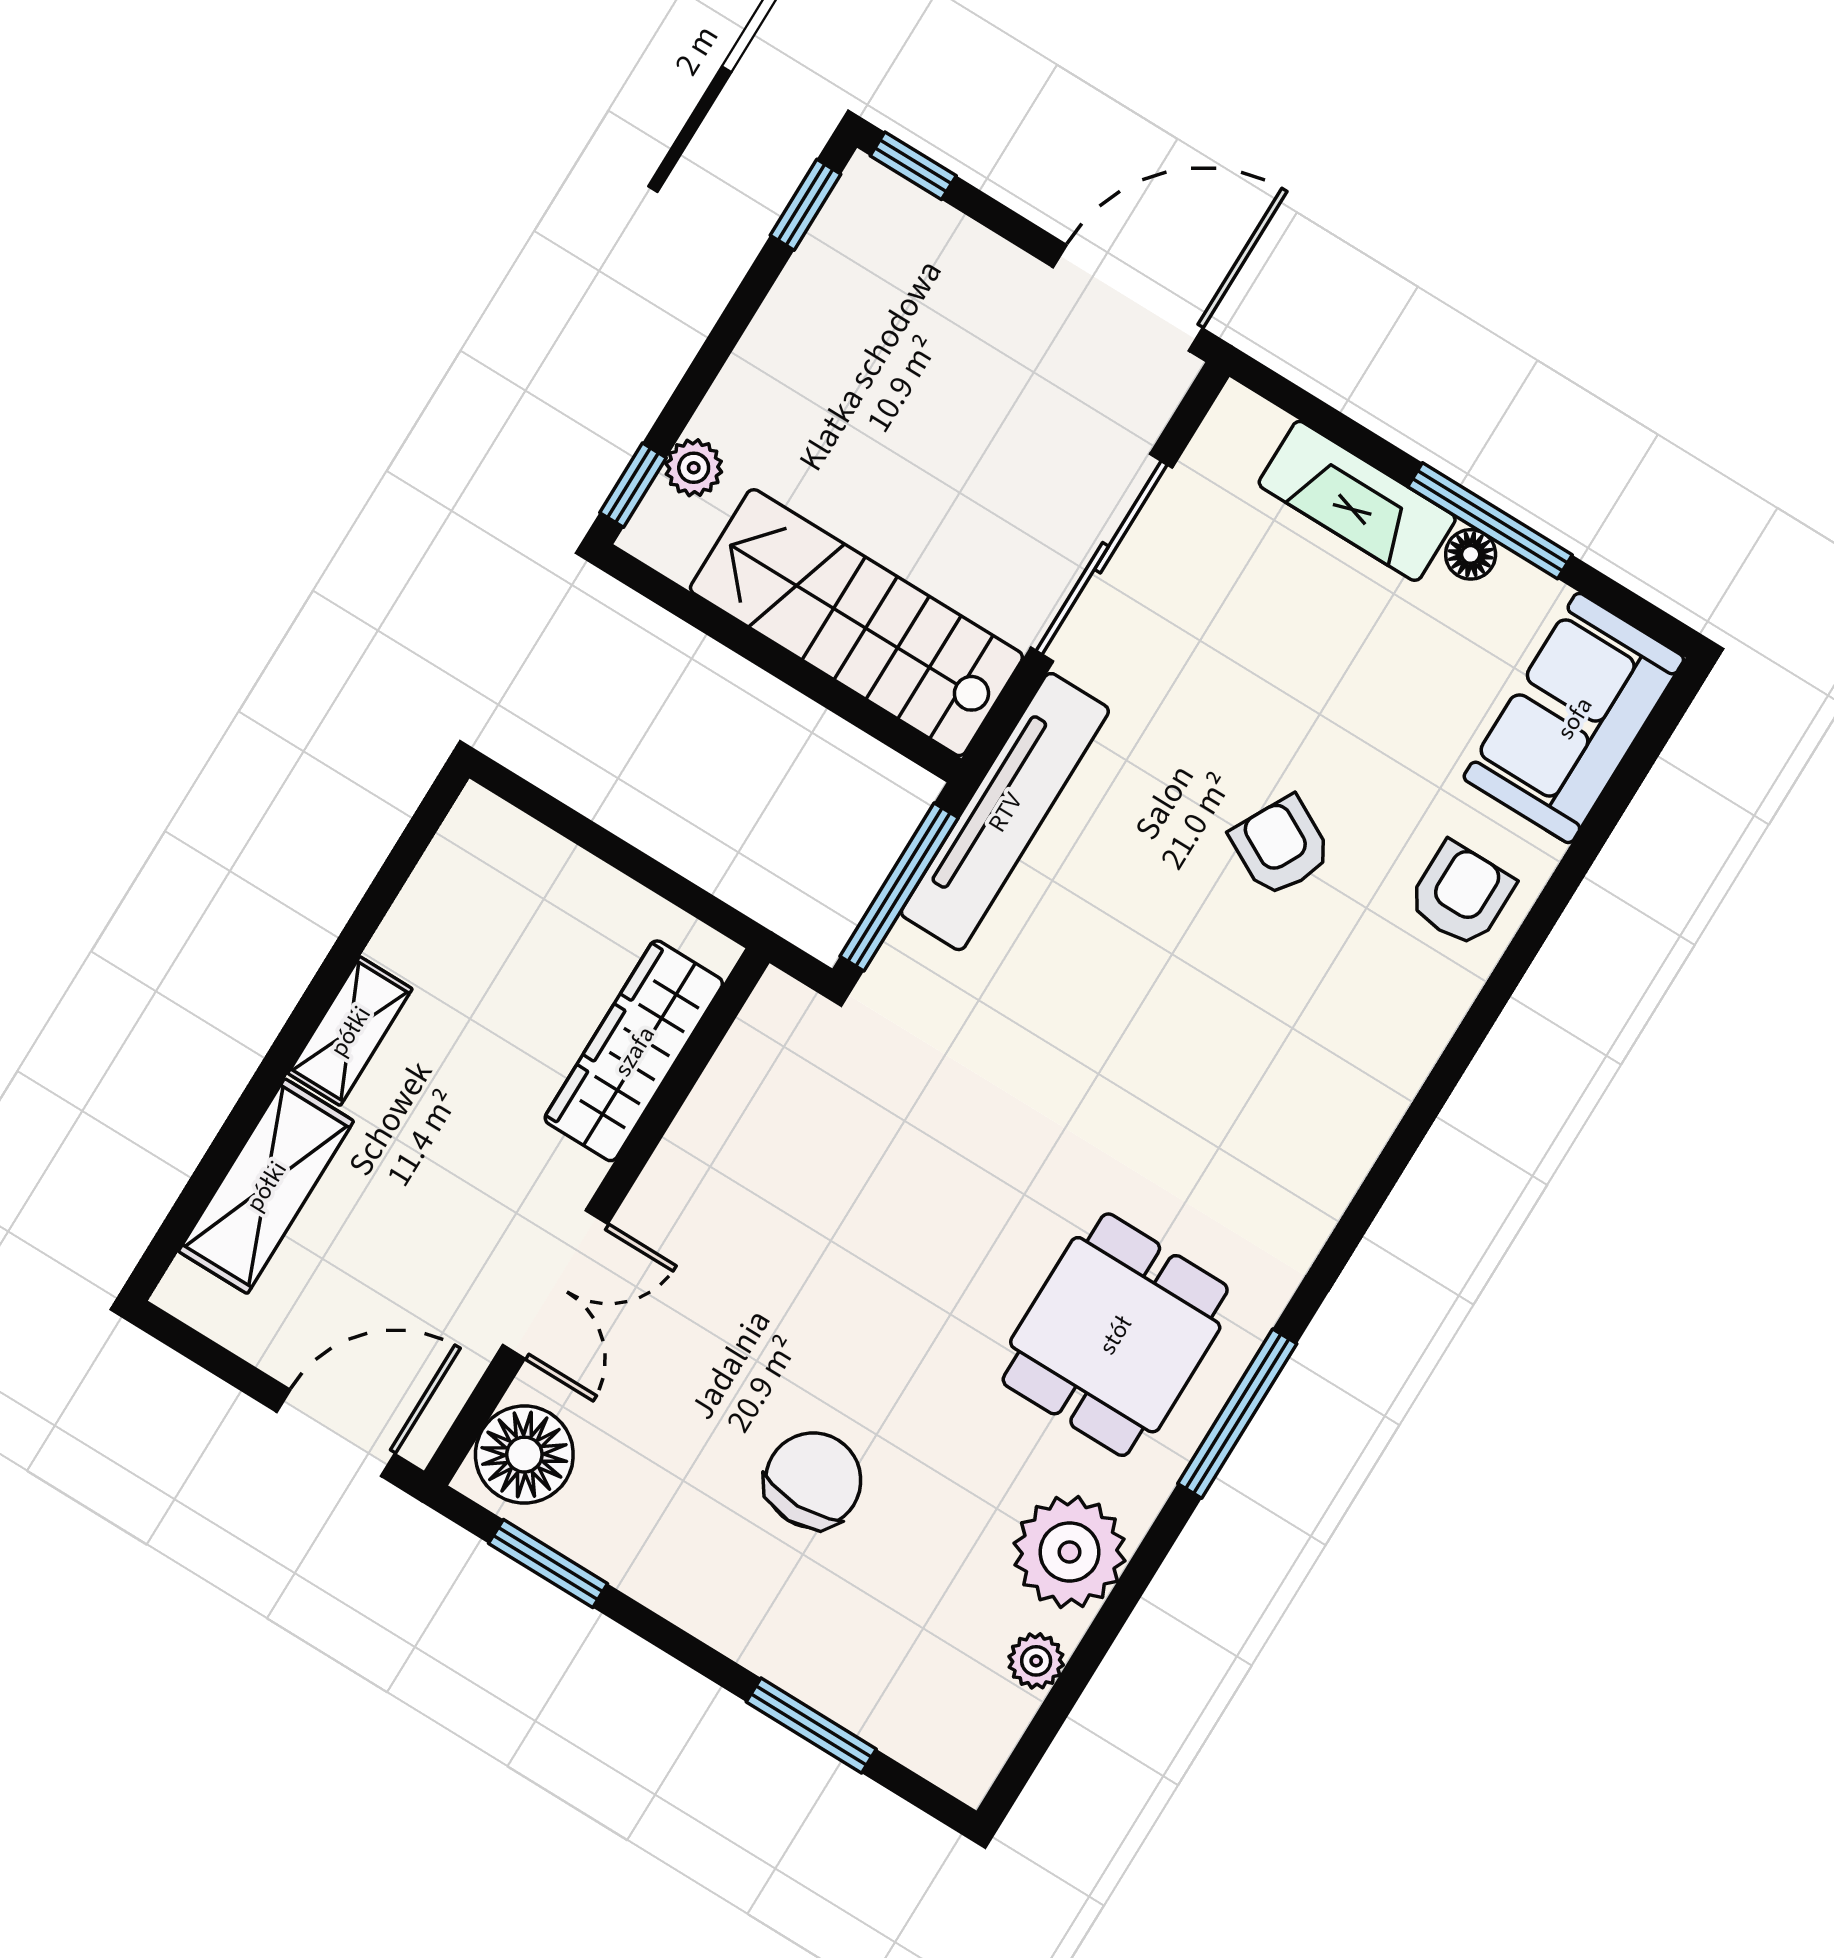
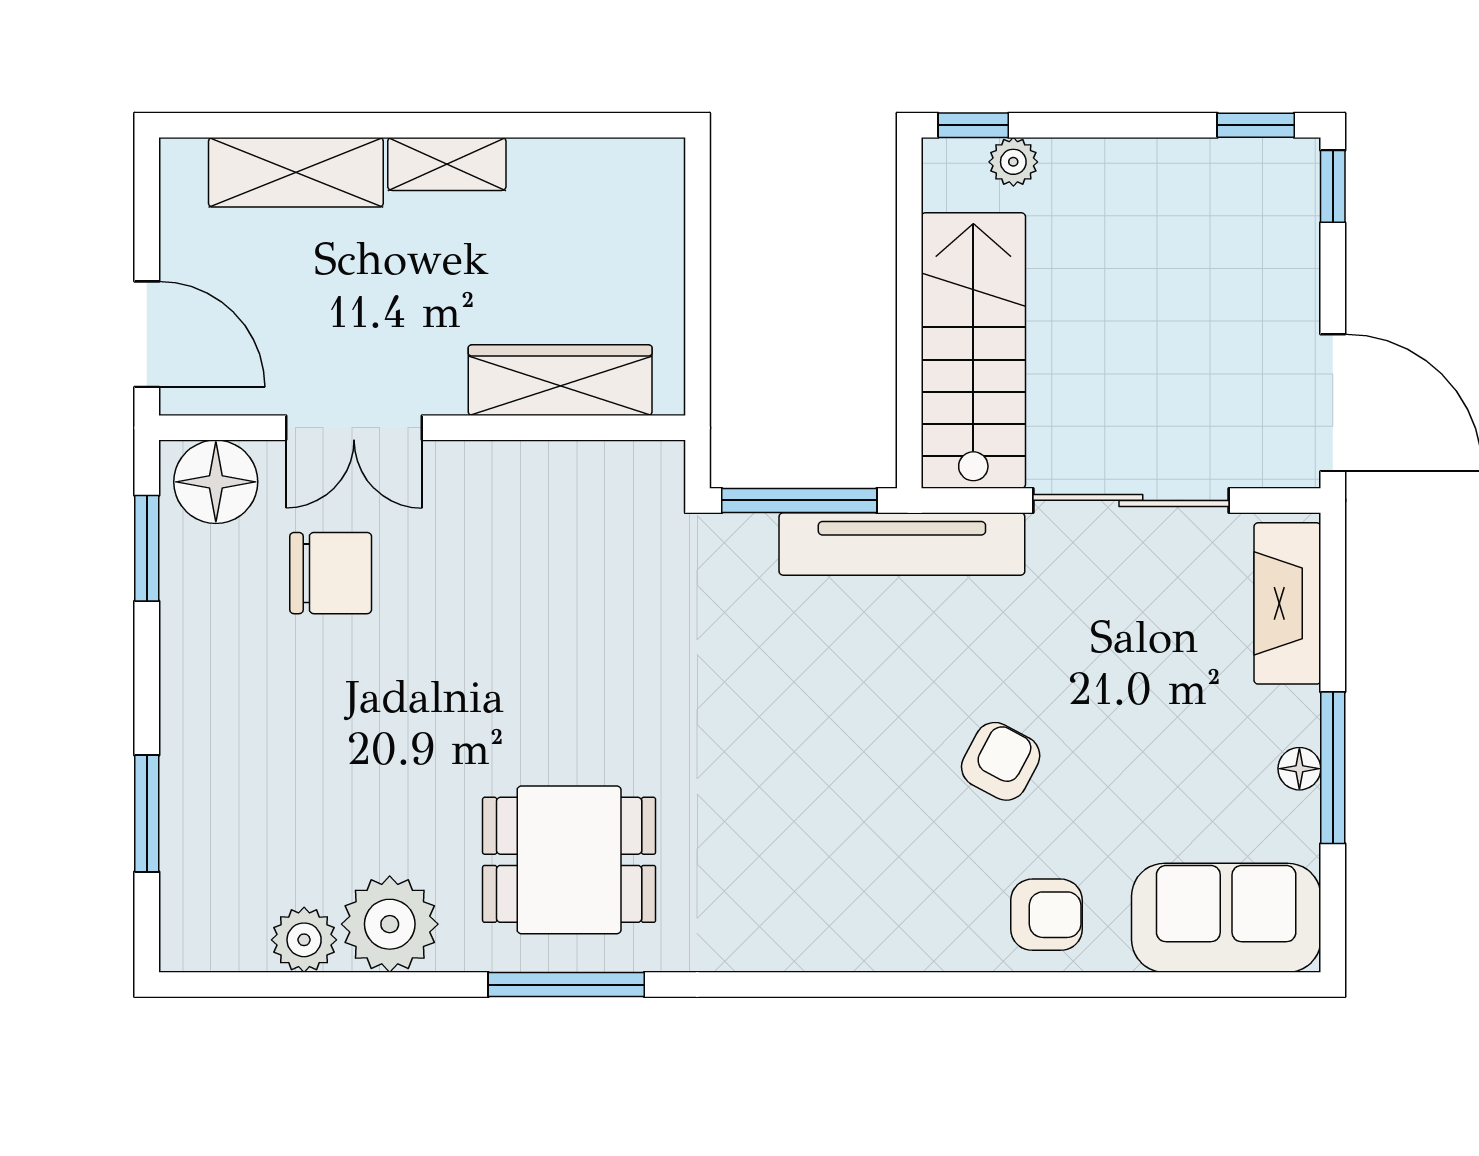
fireplace: (1357, 501) -> (1287, 603), moved
chair: (813, 1480) -> (331, 573), moved
plant: (1036, 1661) -> (304, 940), width x1.38, depth x1.38

